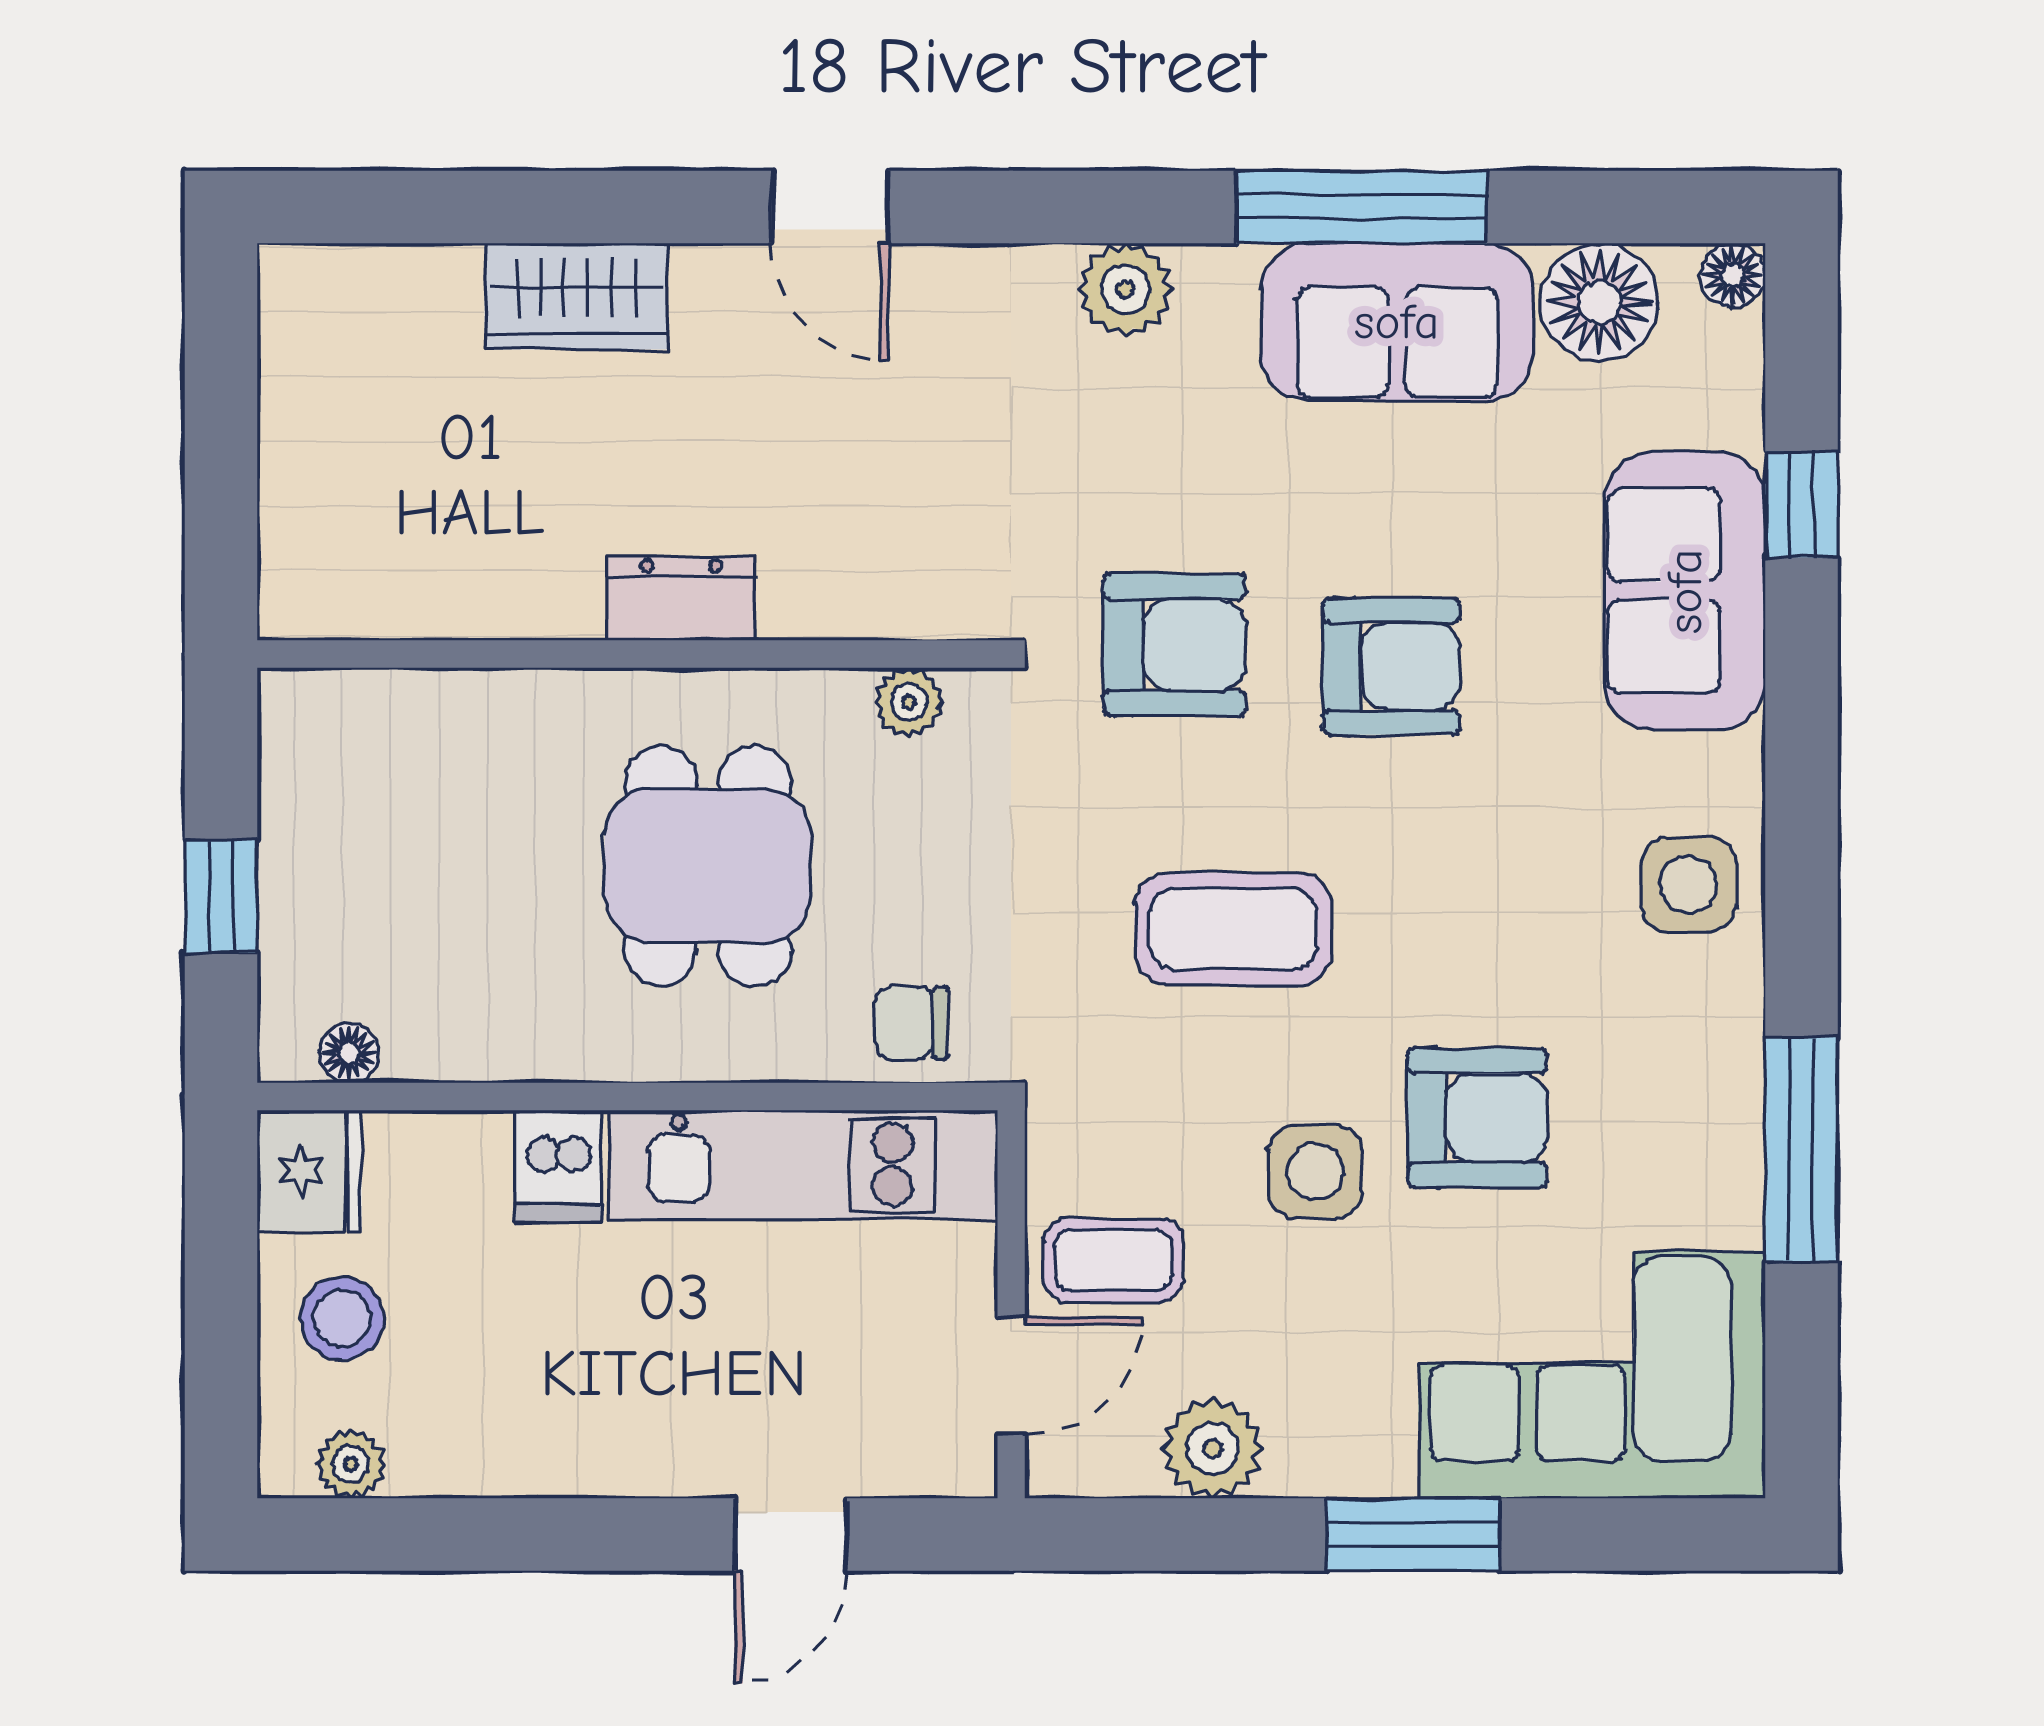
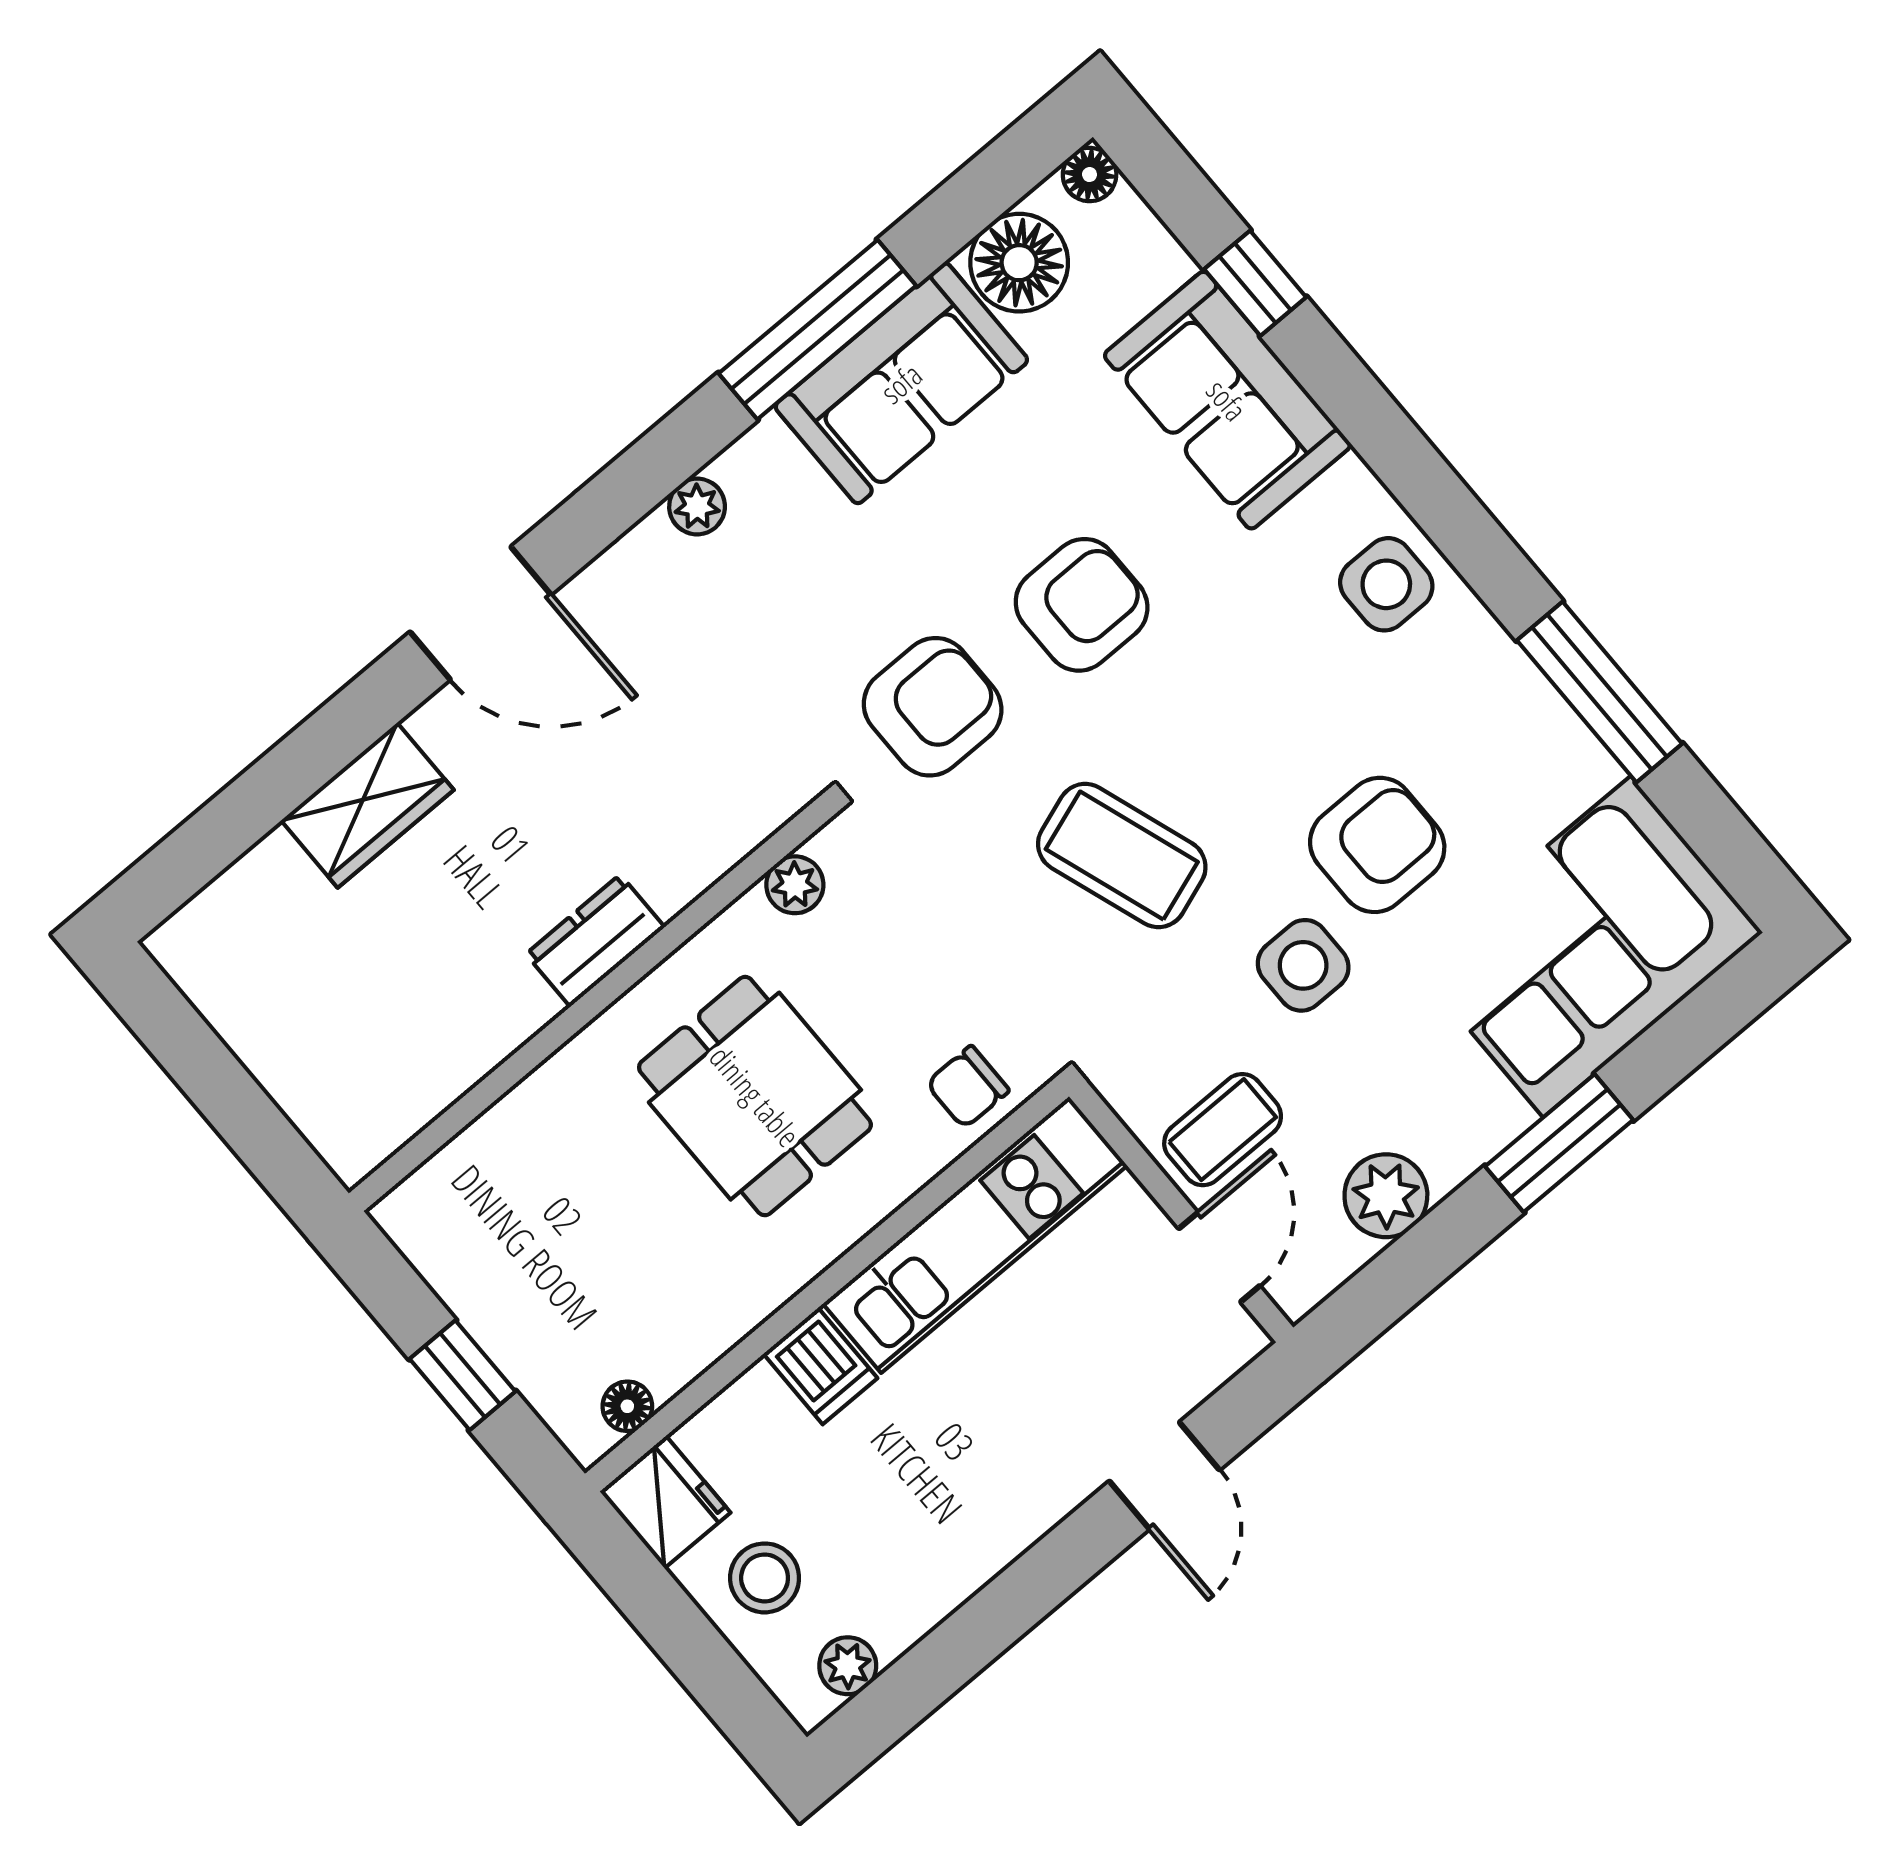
door: (830, 207) -> (481, 613), width x1.38
plant: (1125, 289) -> (697, 506), width x0.73, depth x0.73
coffee table: (1233, 929) -> (1122, 856), turned 71

